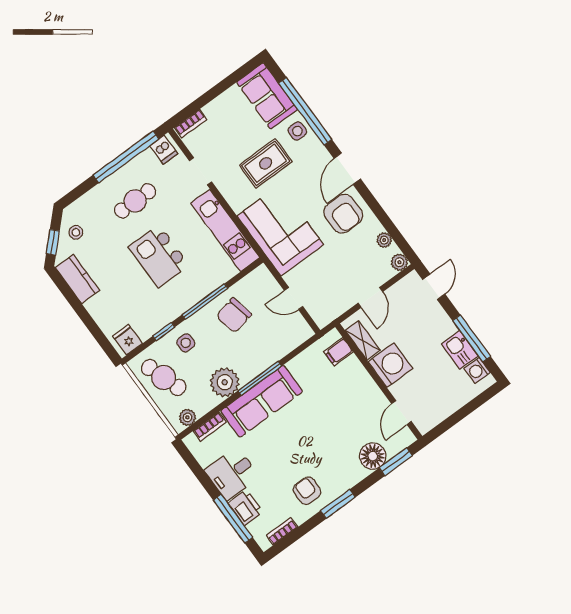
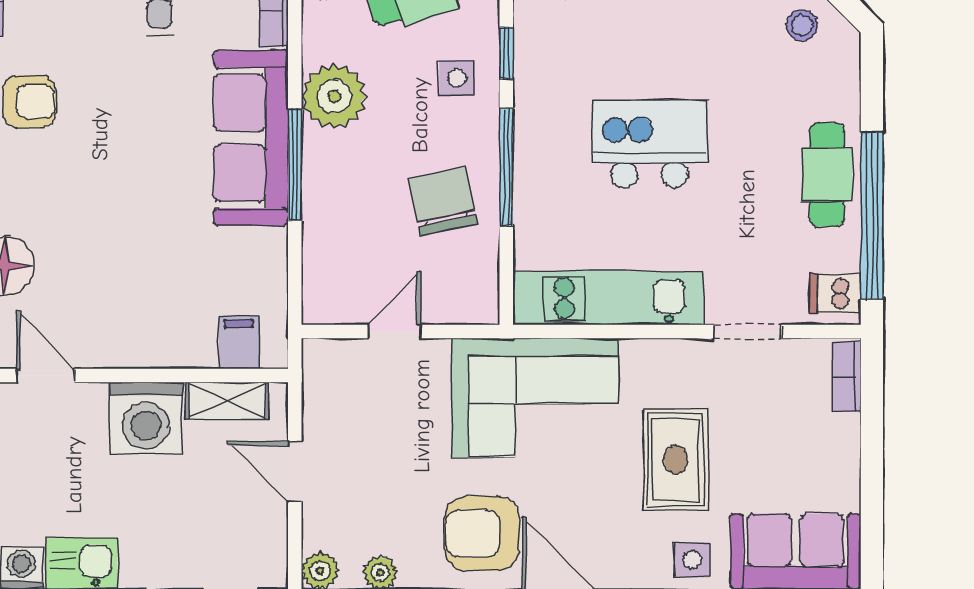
cafe table: (135, 201) -> (827, 175), moved

